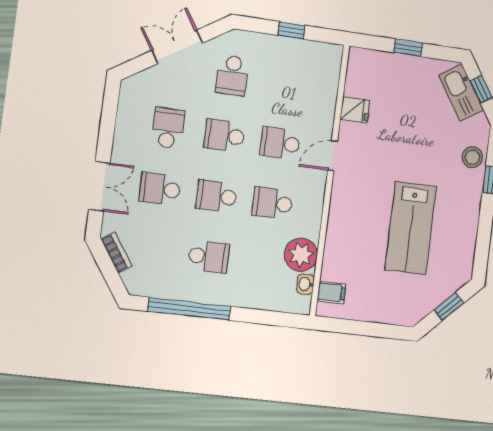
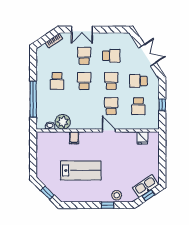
window: (408, 48) -> (162, 159), removed
fridge: (355, 110) -> (142, 138), moved
school desk: (272, 203) -> (138, 106), moved, turned 180
lab bench: (411, 228) -> (81, 170), turned 180
filing cabinet: (331, 292) -> (74, 138), moved
window: (189, 309) -> (33, 99), moved

